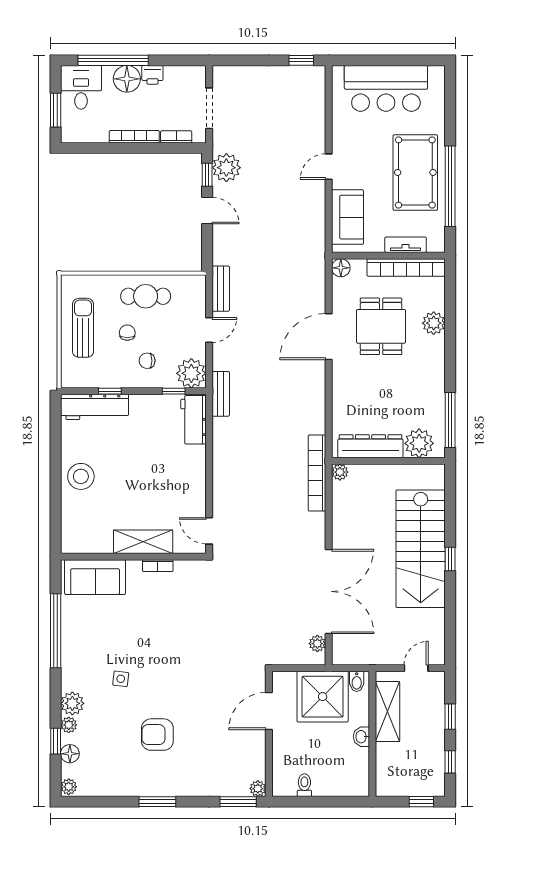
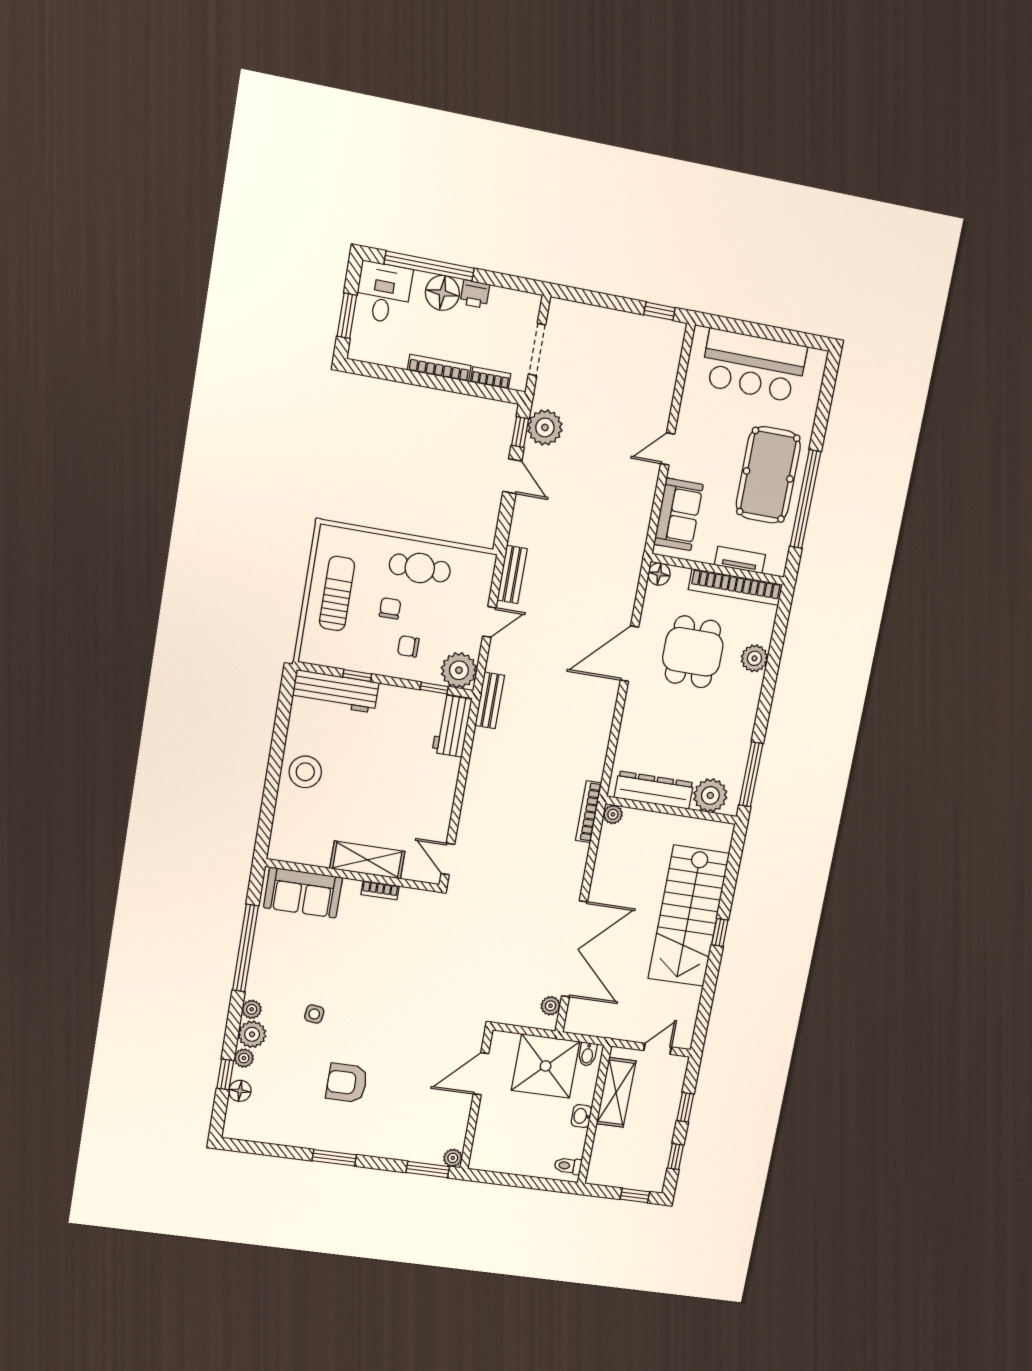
bookcase: (317, 473) -> (589, 812), width x0.68, depth x0.76
toilet: (304, 785) -> (568, 1166), moved, turned -90
plant: (69, 787) -> (252, 1009), moved

